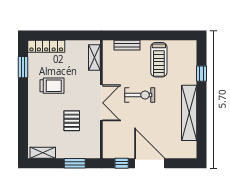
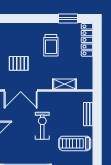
shelving: (94, 57) -> (64, 84), moved
exercise bike: (140, 95) -> (42, 126), turned 180
double door: (101, 103) -> (21, 91), moved

